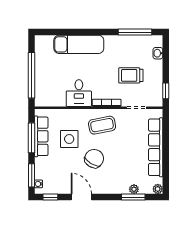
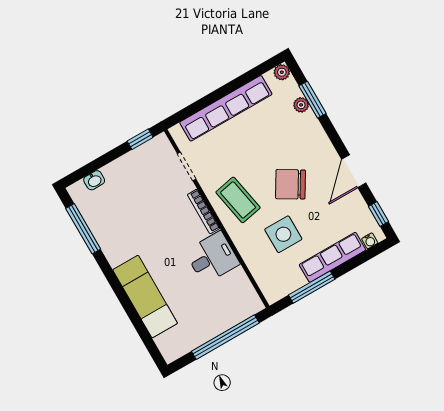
trolley: (131, 75) -> (146, 200), removed
row of seats: (41, 136) -> (333, 257), moved
window: (32, 175) -> (364, 257), removed

